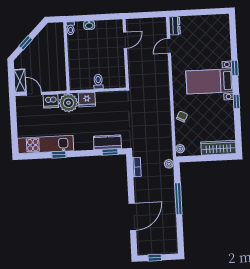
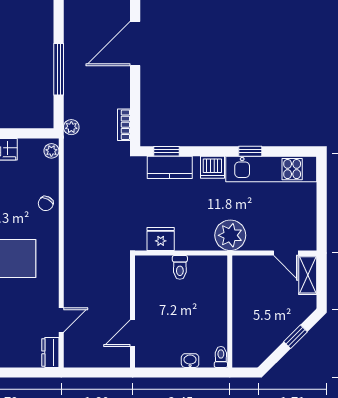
fridge: (87, 100) -> (161, 239), moved
dishwasher: (51, 101) -> (212, 167), moved, turned 180

